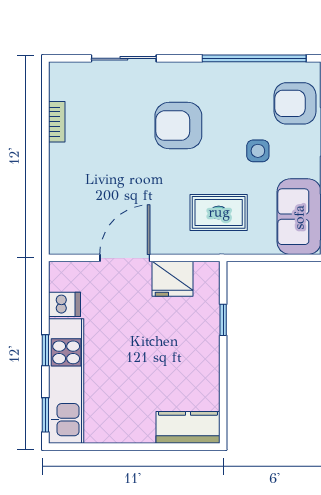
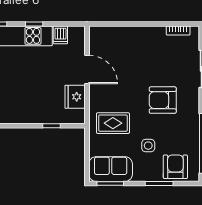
bookcase: (57, 122) -> (178, 31), moved
armchair: (178, 126) -> (163, 100), turned -90
rug: (219, 212) -> (113, 123), turned 90

